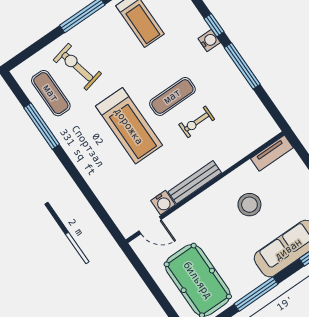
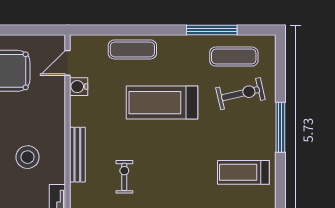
exercise mat: (172, 96) -> (132, 49), moved, turned 90
exercise bike: (197, 122) -> (124, 177), moved
bench: (195, 182) -> (77, 155), moved

